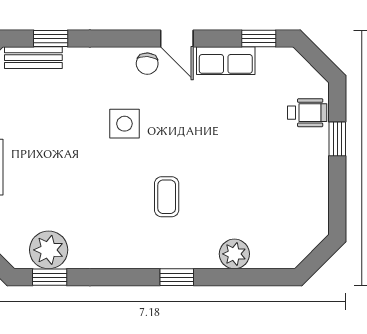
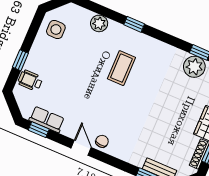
row of seats: (226, 61) -> (47, 119), moved
side table: (124, 124) -> (56, 29), moved
coffee table: (167, 197) -> (121, 68), width x1.36, depth x1.30

